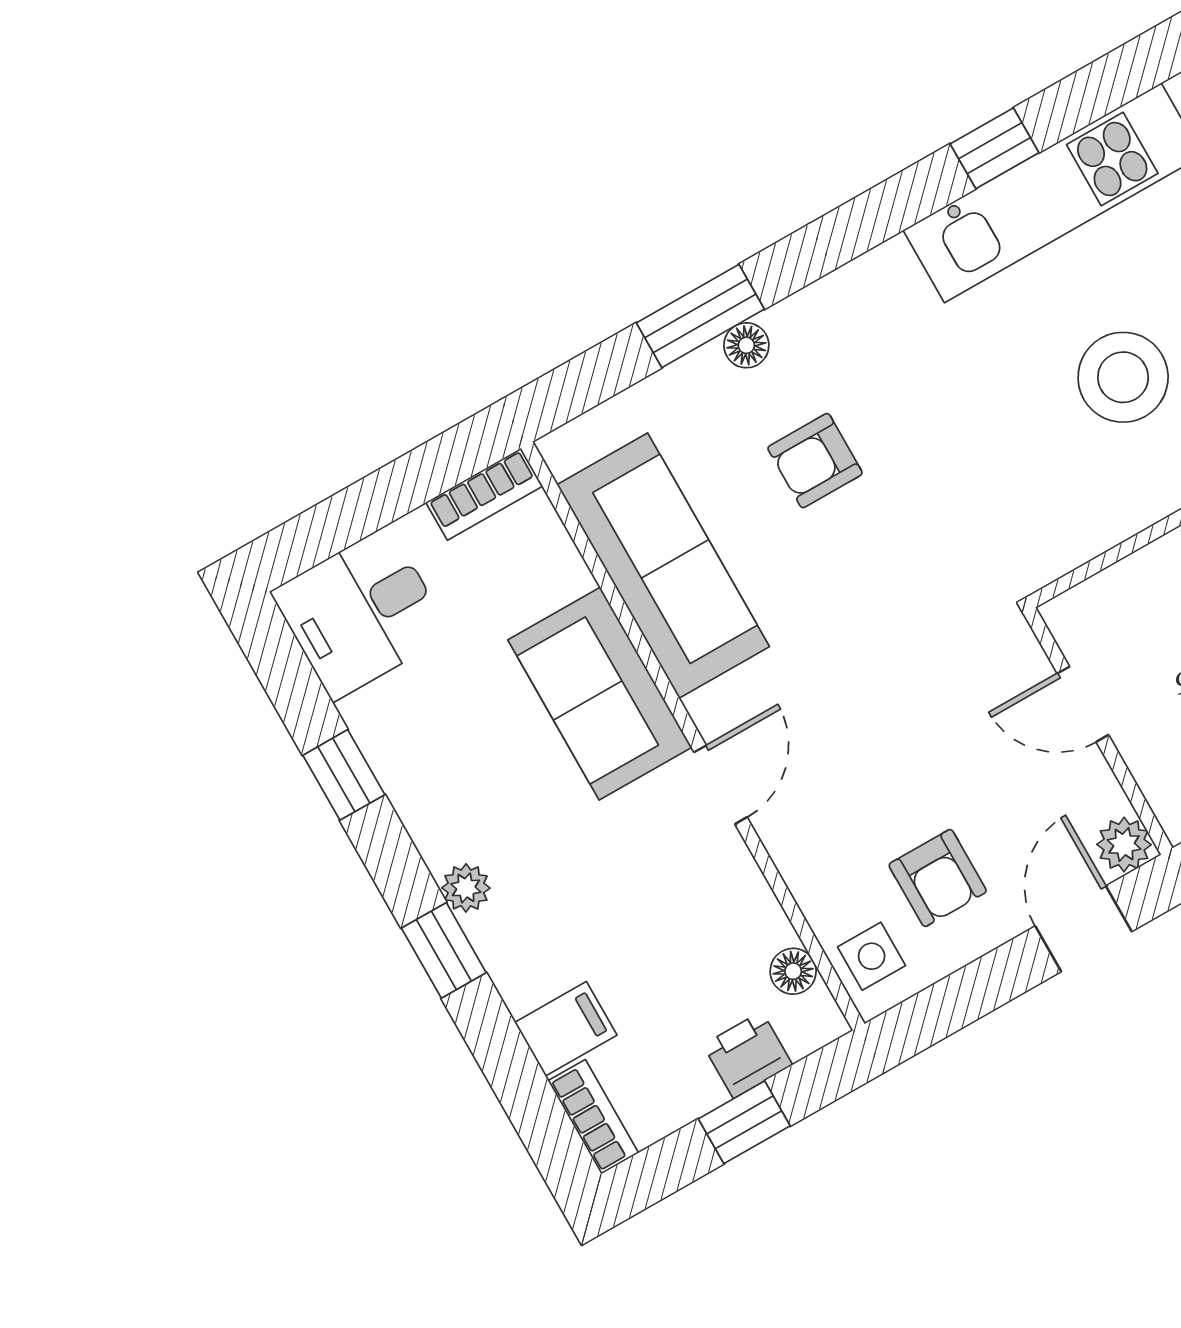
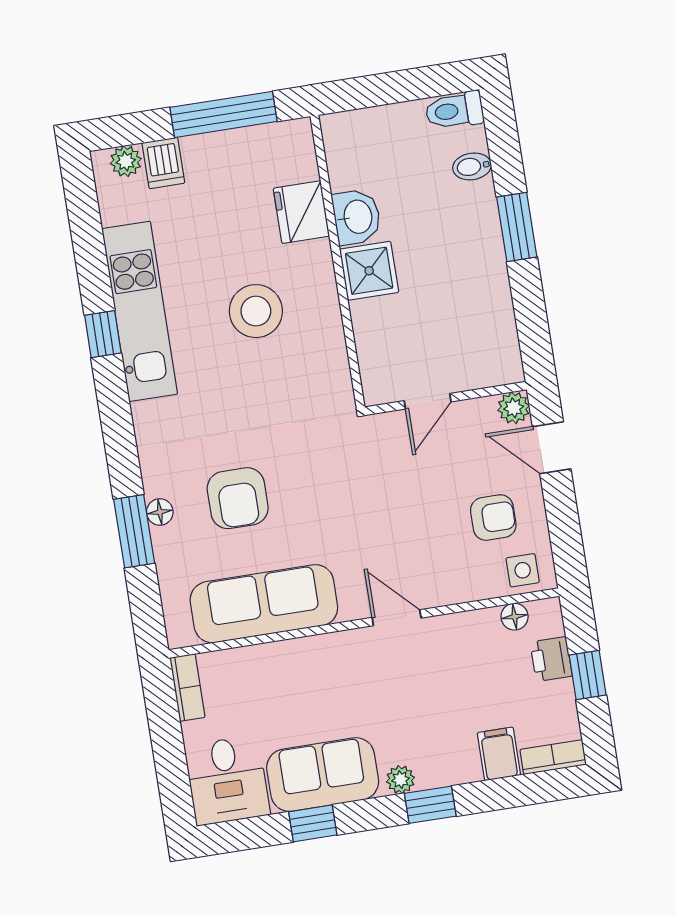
armchair: (815, 461) -> (238, 498), width x1.38, depth x1.38
sofa: (600, 694) -> (323, 775), moved, turned 180

